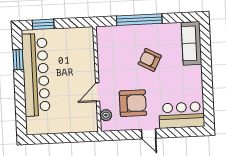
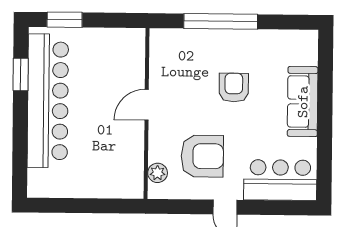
sofa: (191, 43) -> (303, 102), moved
armchair: (150, 60) -> (234, 88), turned 62
door: (98, 92) -> (147, 105), moved

